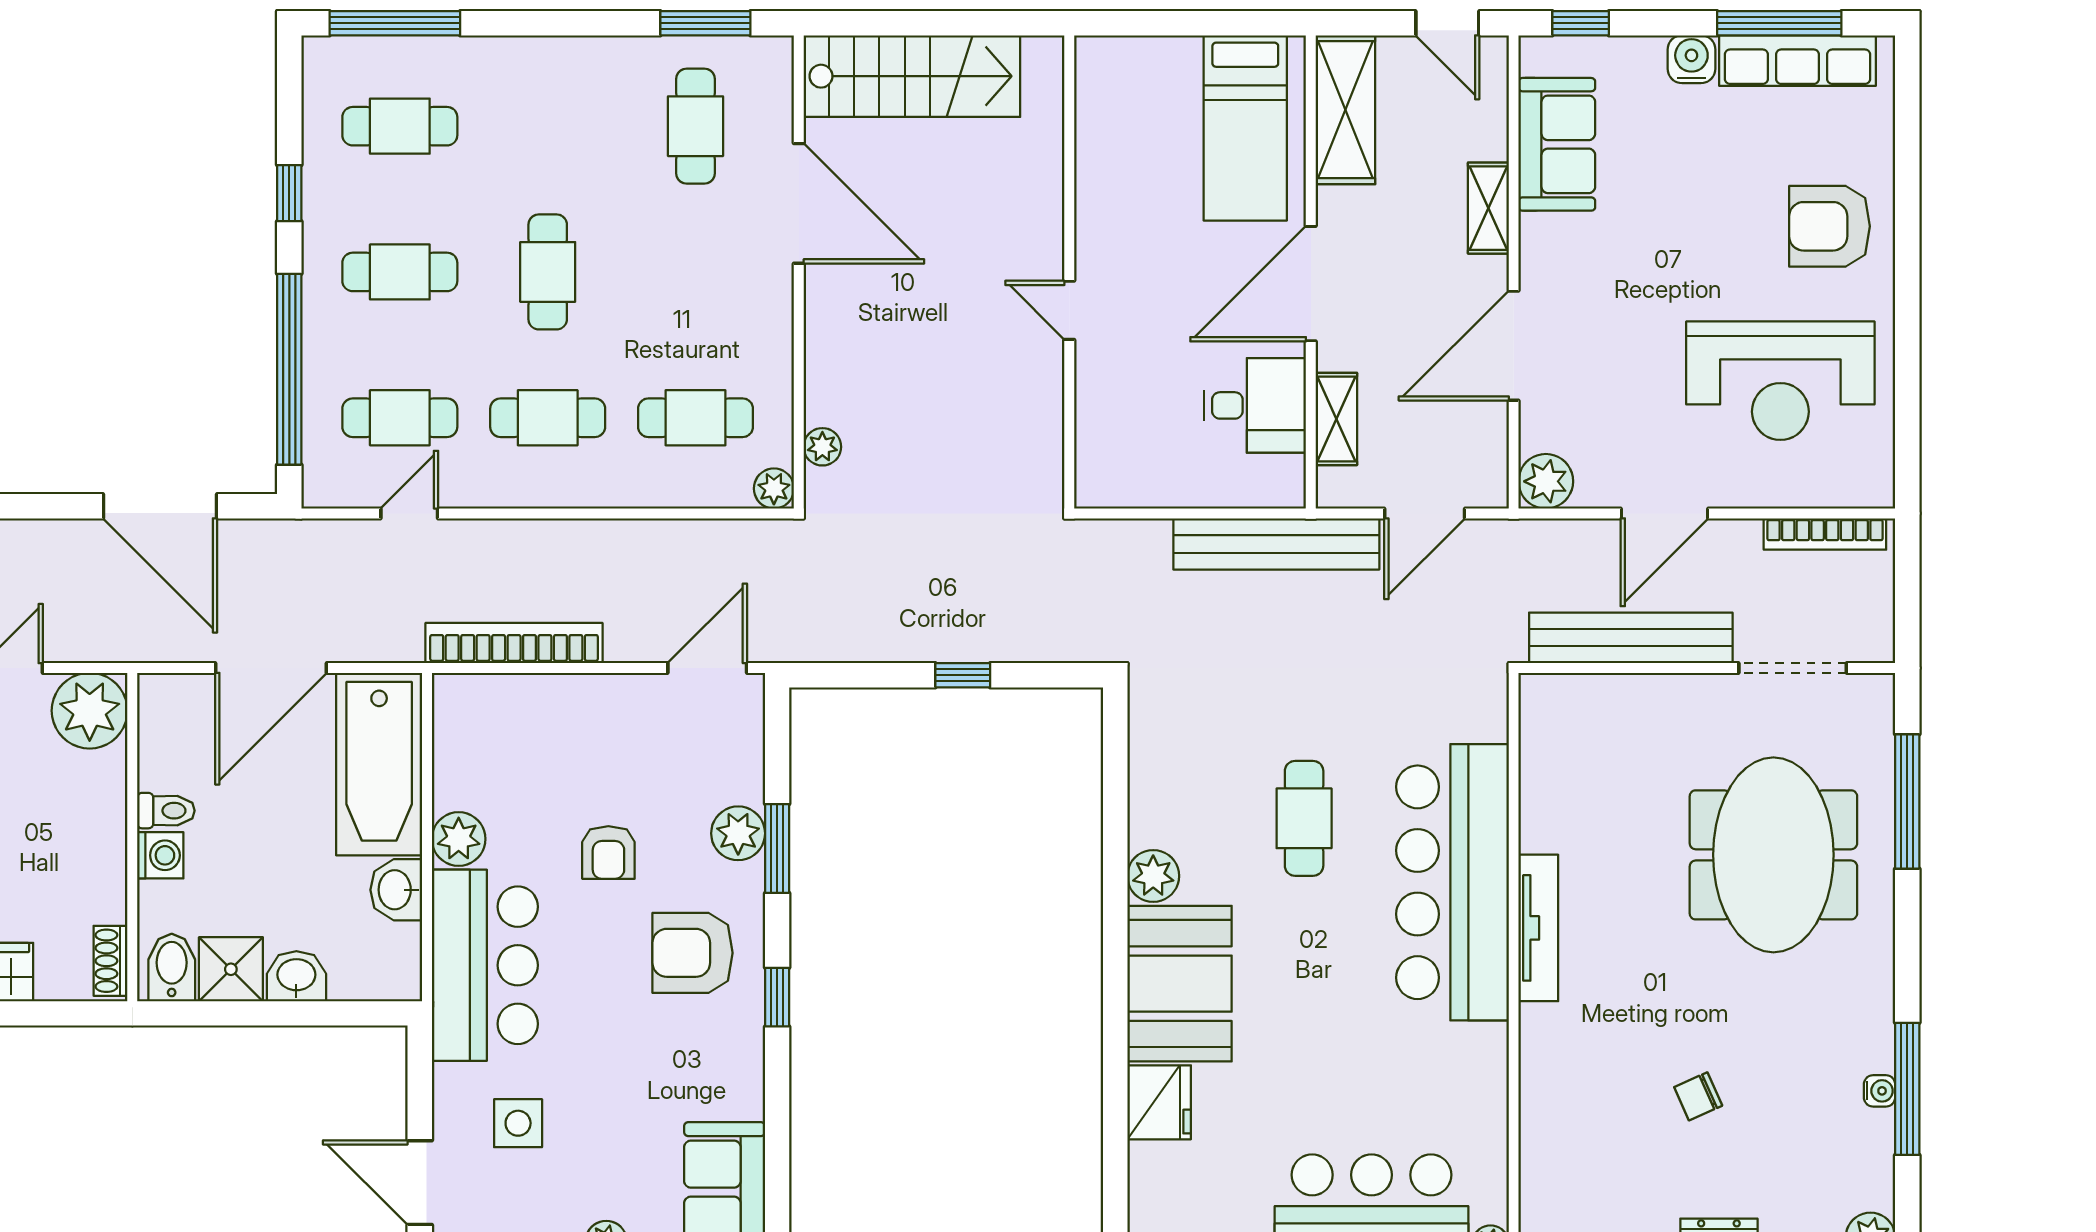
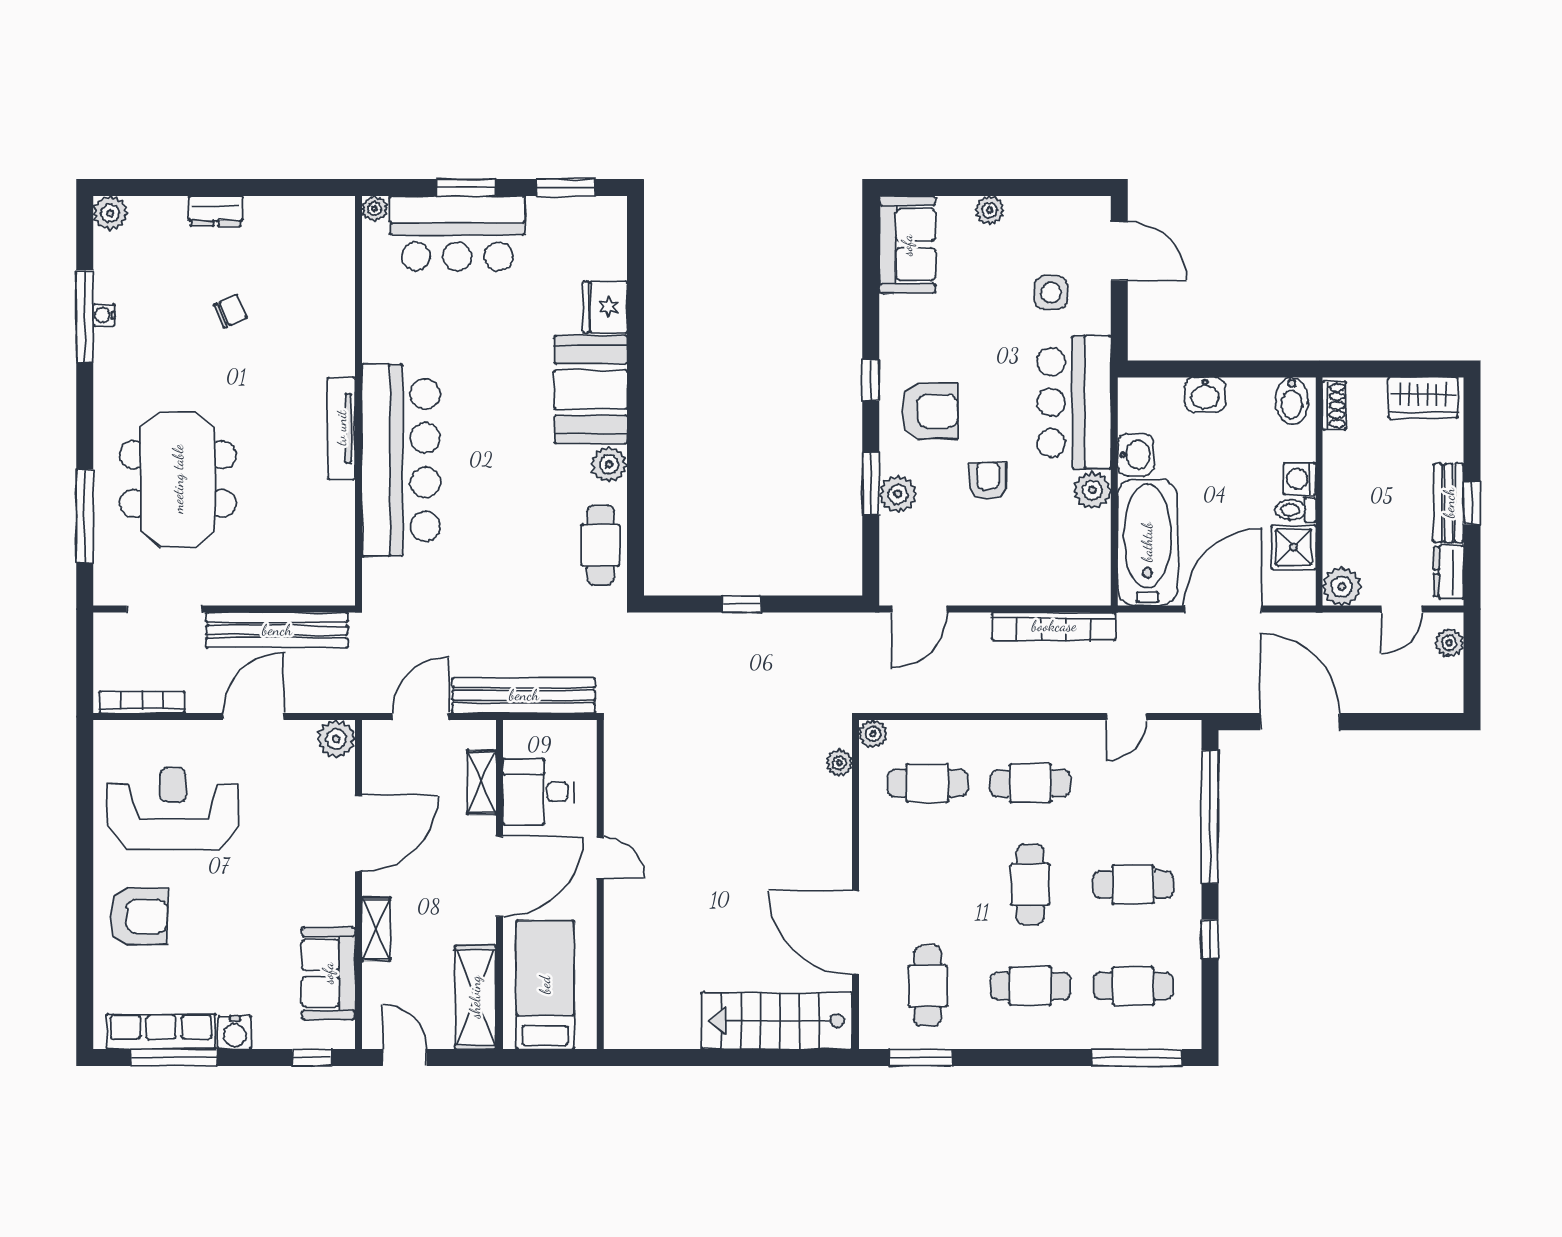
wall: (1069, 272) -> (600, 885), moved
door: (1069, 310) -> (600, 858), moved
cafe table: (400, 418) -> (1030, 986), moved
plant: (90, 711) -> (1342, 586), width x0.73, depth x0.73
cafe table: (1304, 818) -> (600, 545), moved
shower: (231, 969) -> (1294, 547), moved

